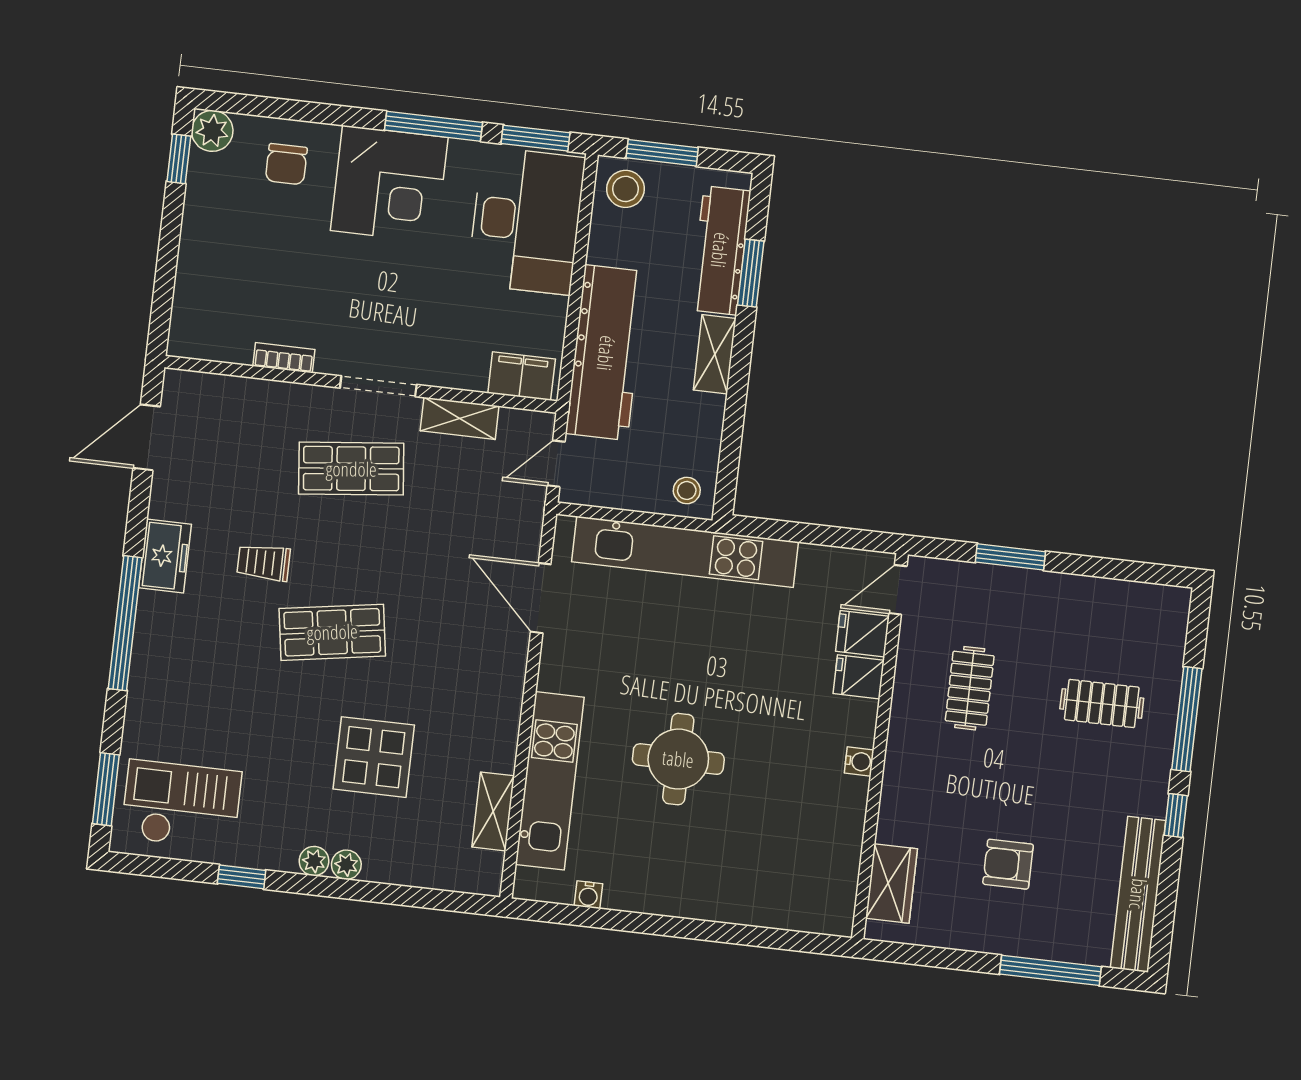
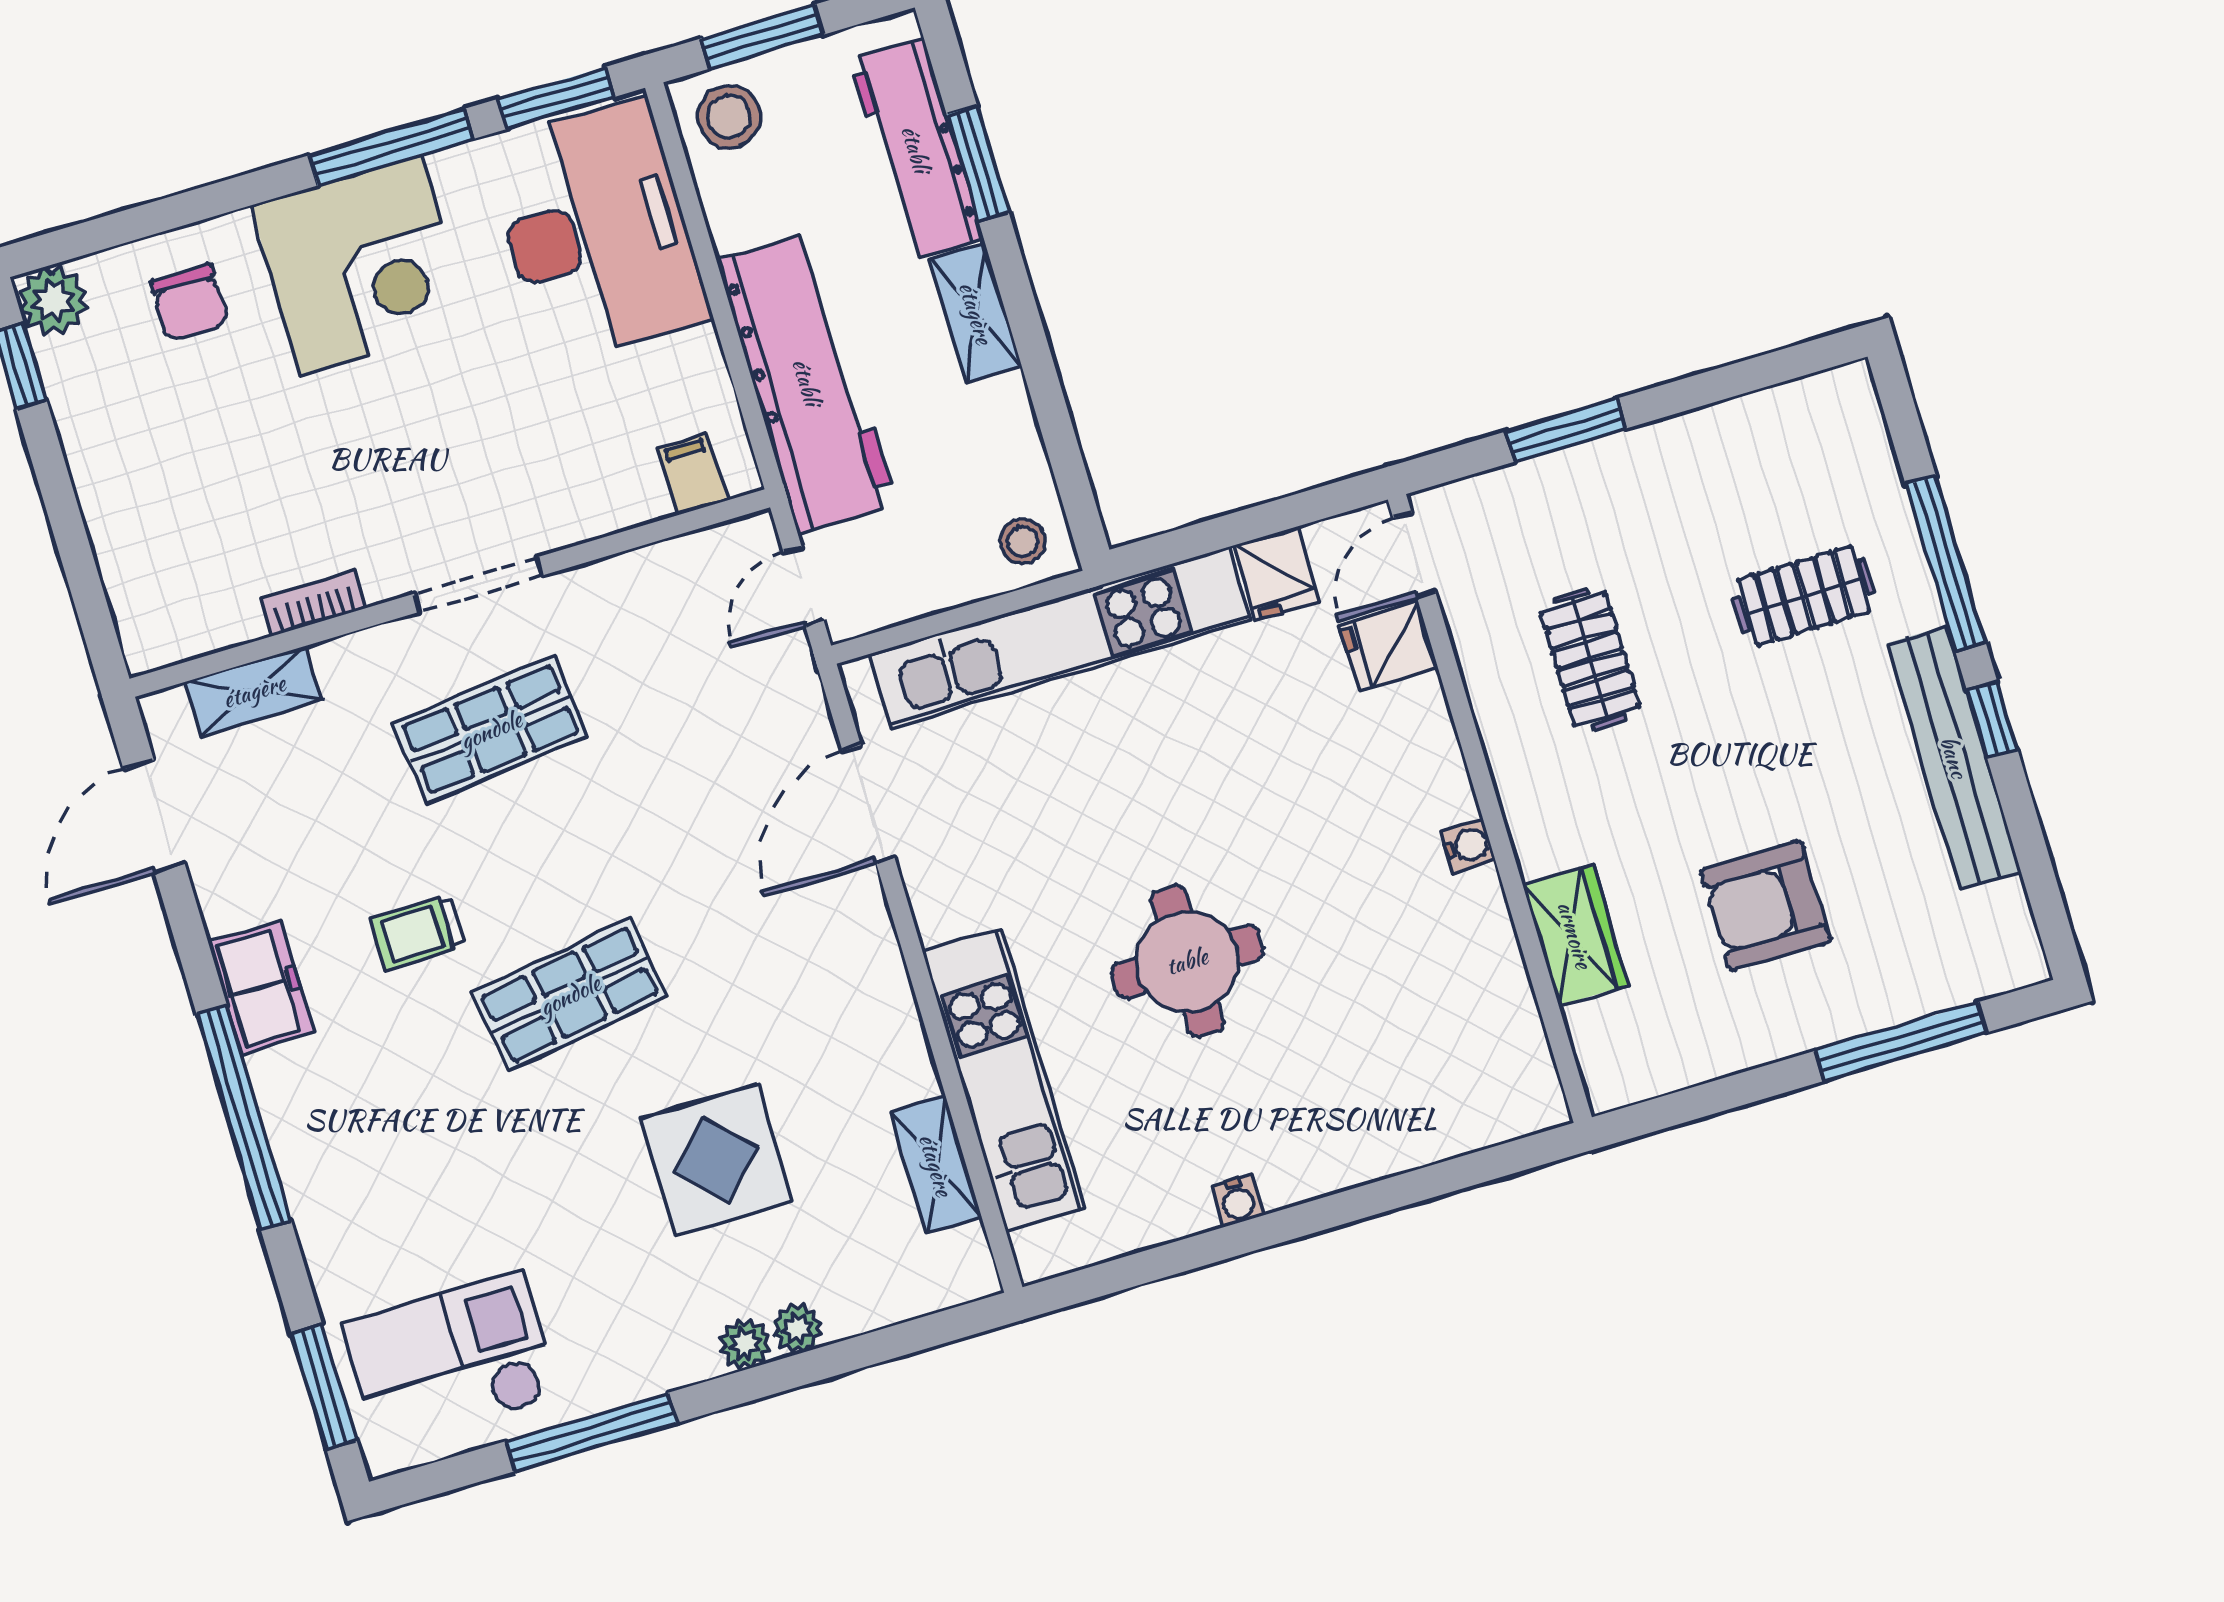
filing cabinet: (522, 376) -> (692, 474), width x0.50
shelving: (460, 418) -> (254, 691), moved
door: (541, 598) -> (869, 804), hinge flipped
fridge: (859, 677) -> (1277, 574), moved, turned -90
plant: (314, 861) -> (797, 1328), moved
armchair: (1008, 864) -> (1766, 906), width x1.38, depth x1.38
window: (242, 877) -> (591, 1432), width x2.17
wardrobe: (892, 884) -> (1575, 935), moved
bench: (1138, 894) -> (1954, 757), moved
water cooler: (588, 895) -> (1238, 1201), moved

